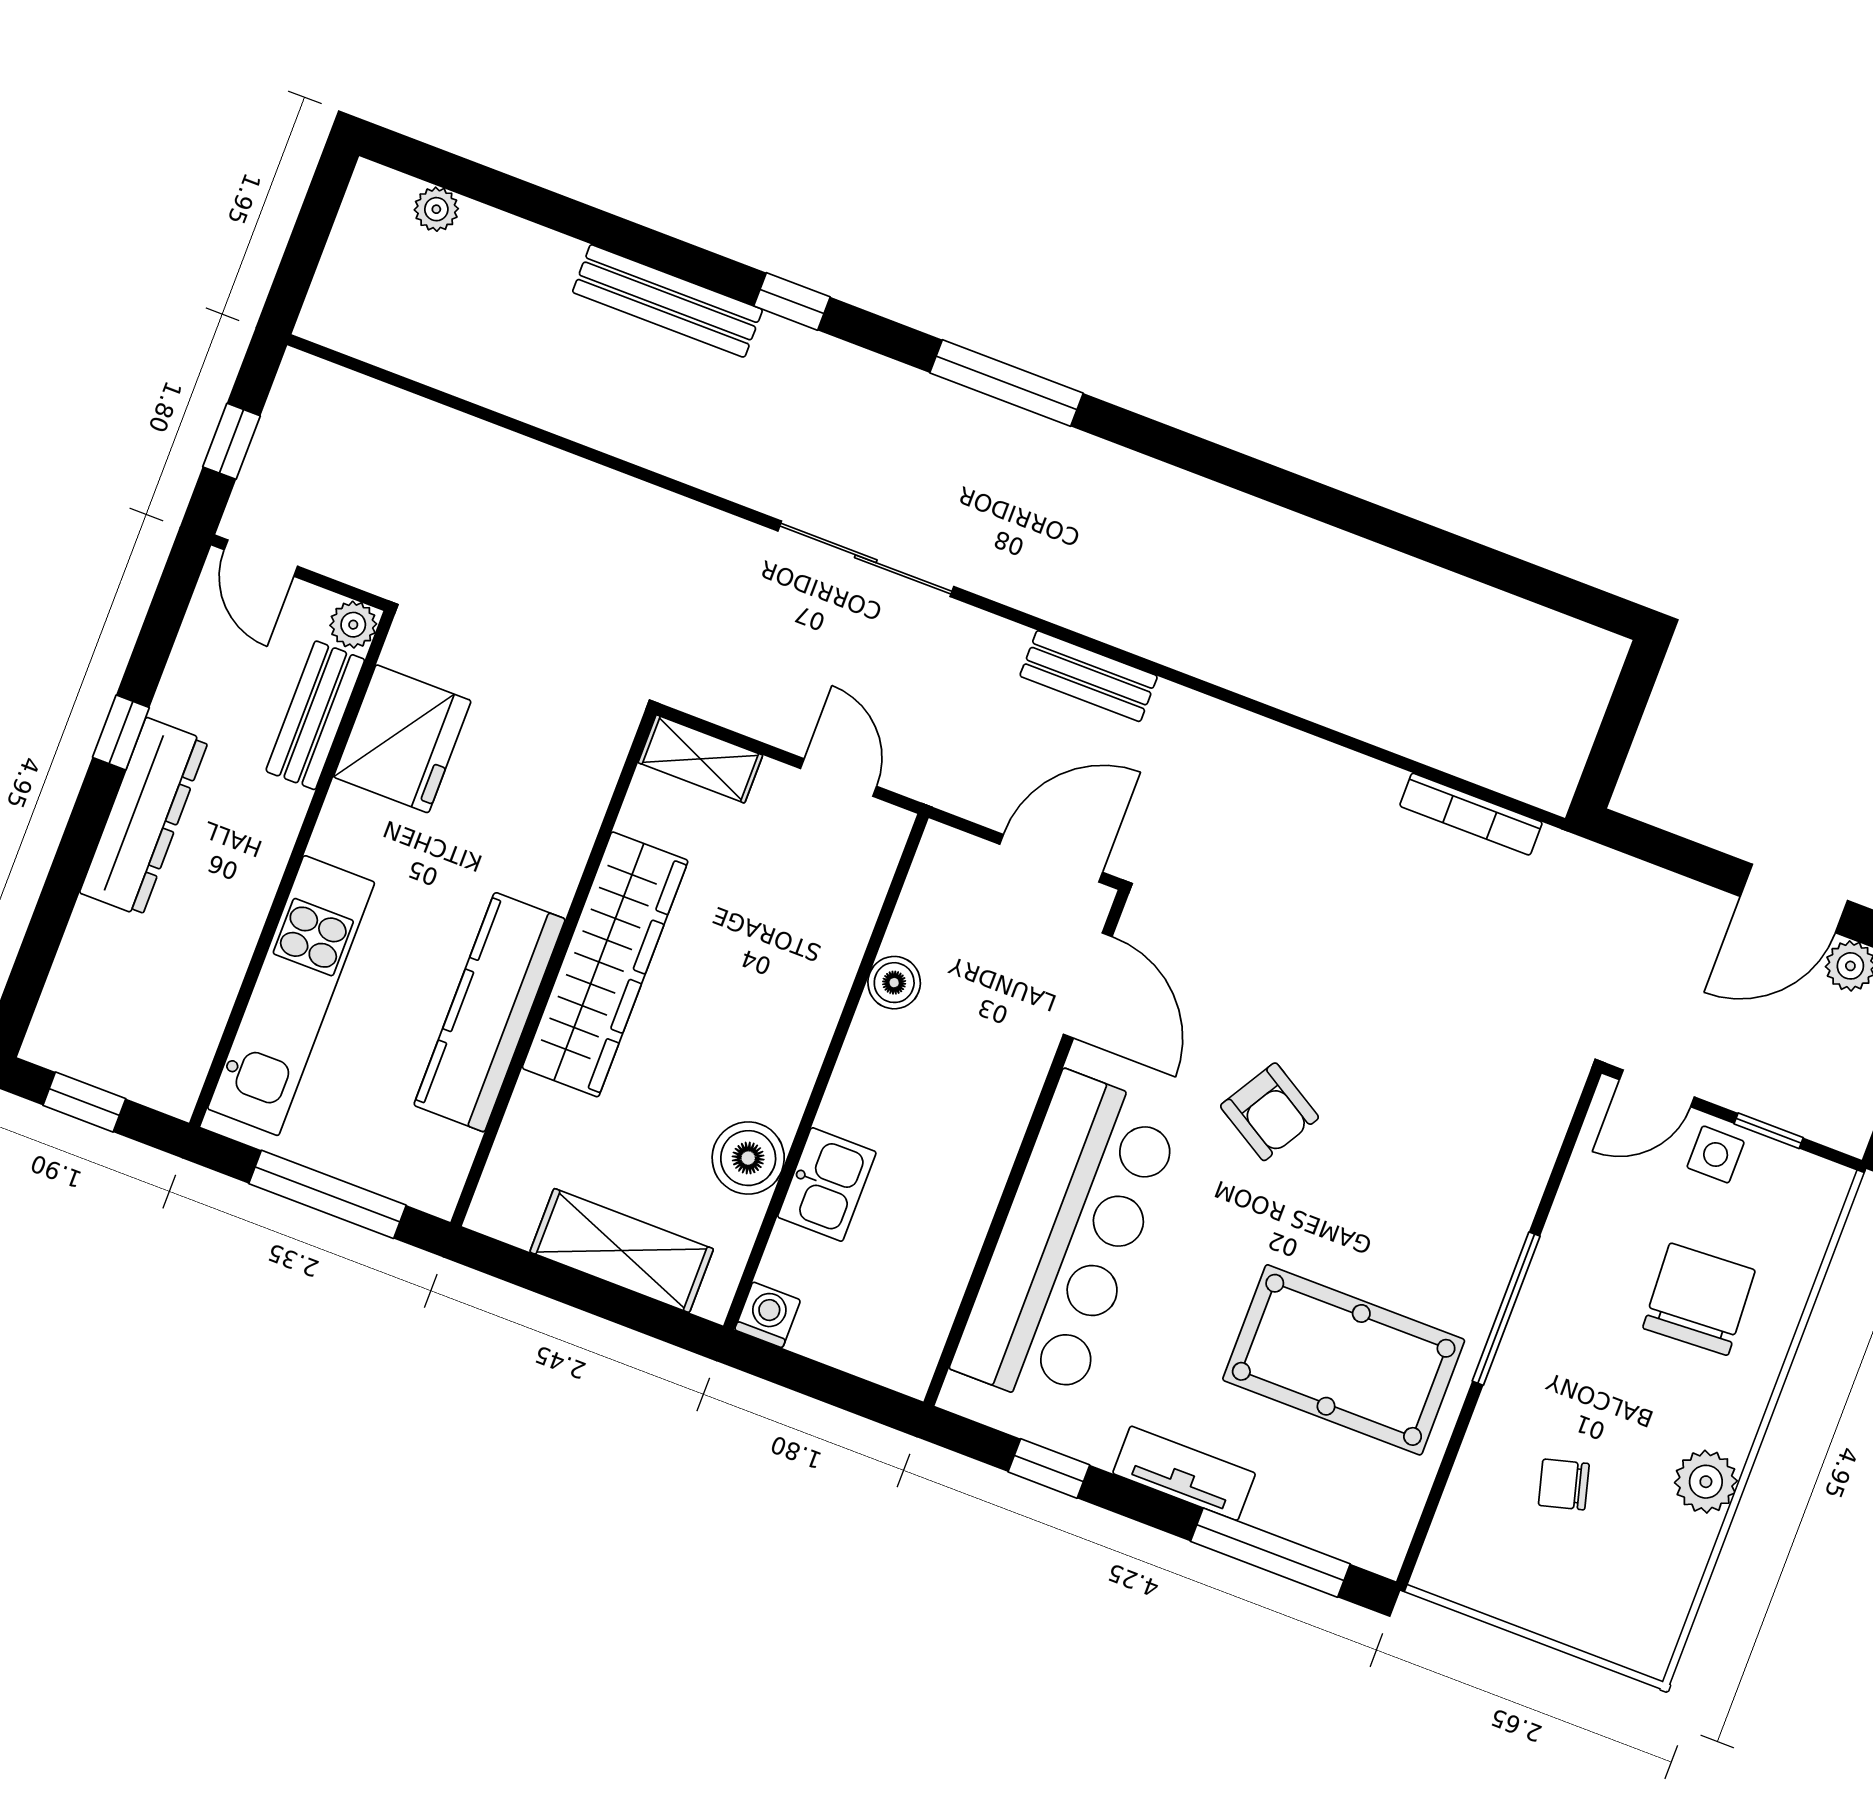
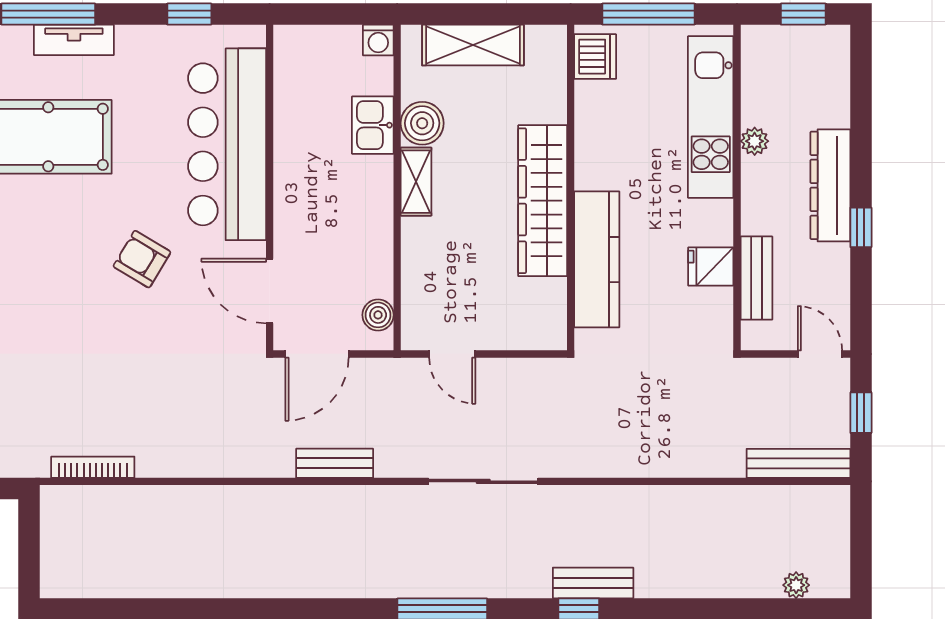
bench: (667, 301) -> (593, 583), moved, width x0.73
bench: (360, 399) -> (798, 463), added
plant: (353, 625) -> (755, 141), moved
fridge: (402, 739) -> (711, 266), width x0.53, depth x0.75
shelving: (700, 759) -> (416, 182), moved, turned 90
boiler: (894, 983) -> (378, 315), moved
kitchen counter: (490, 1012) -> (597, 259), moved
dishwasher: (437, 1160) -> (595, 57), added
tv unit: (1184, 1473) -> (74, 40), moved

